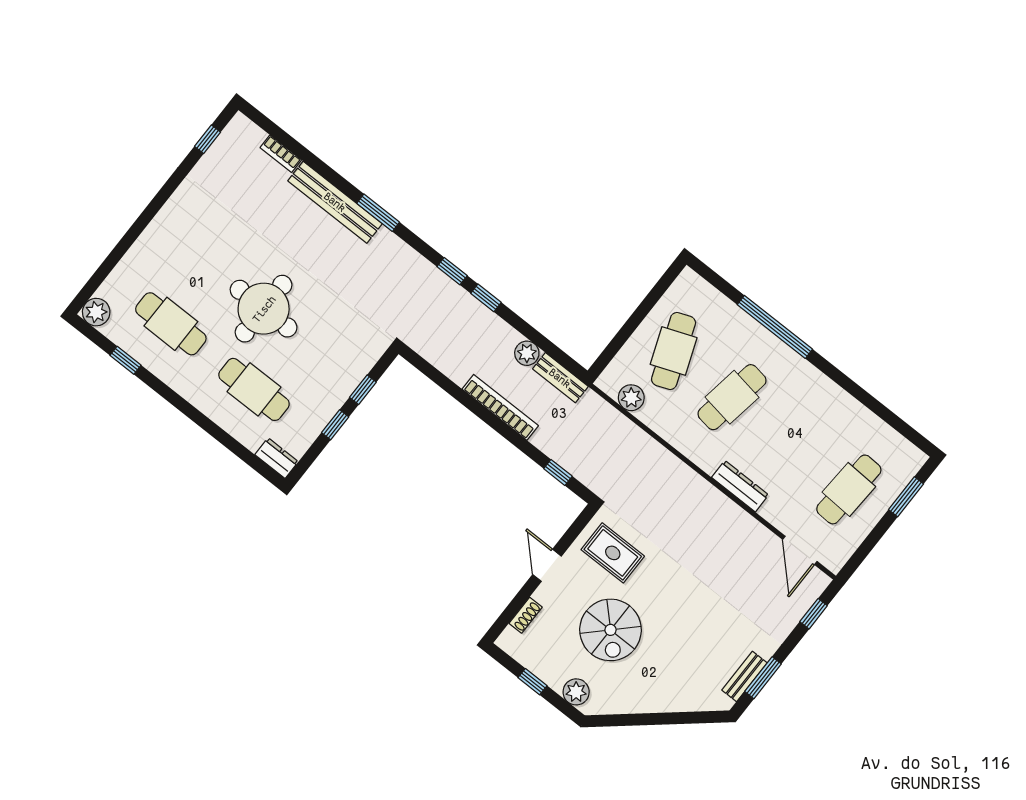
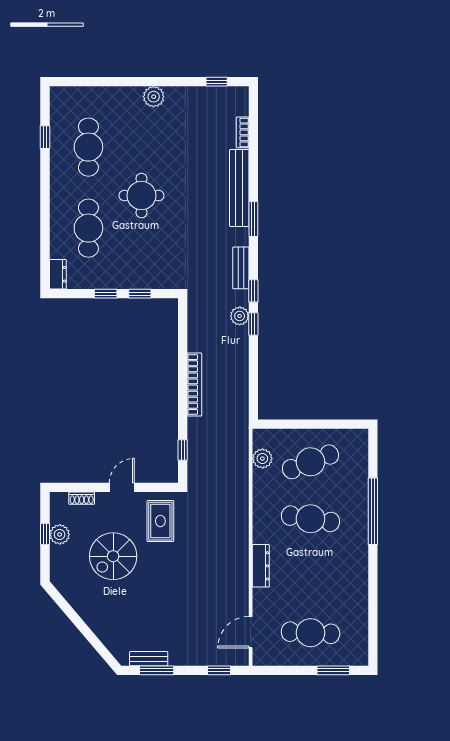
round table: (264, 309) -> (141, 196), width x0.73, depth x0.73
plant: (96, 312) -> (154, 97), moved
plant: (527, 353) -> (240, 316), moved
bench: (560, 378) -> (241, 268), moved
plant: (576, 692) -> (60, 534), moved

